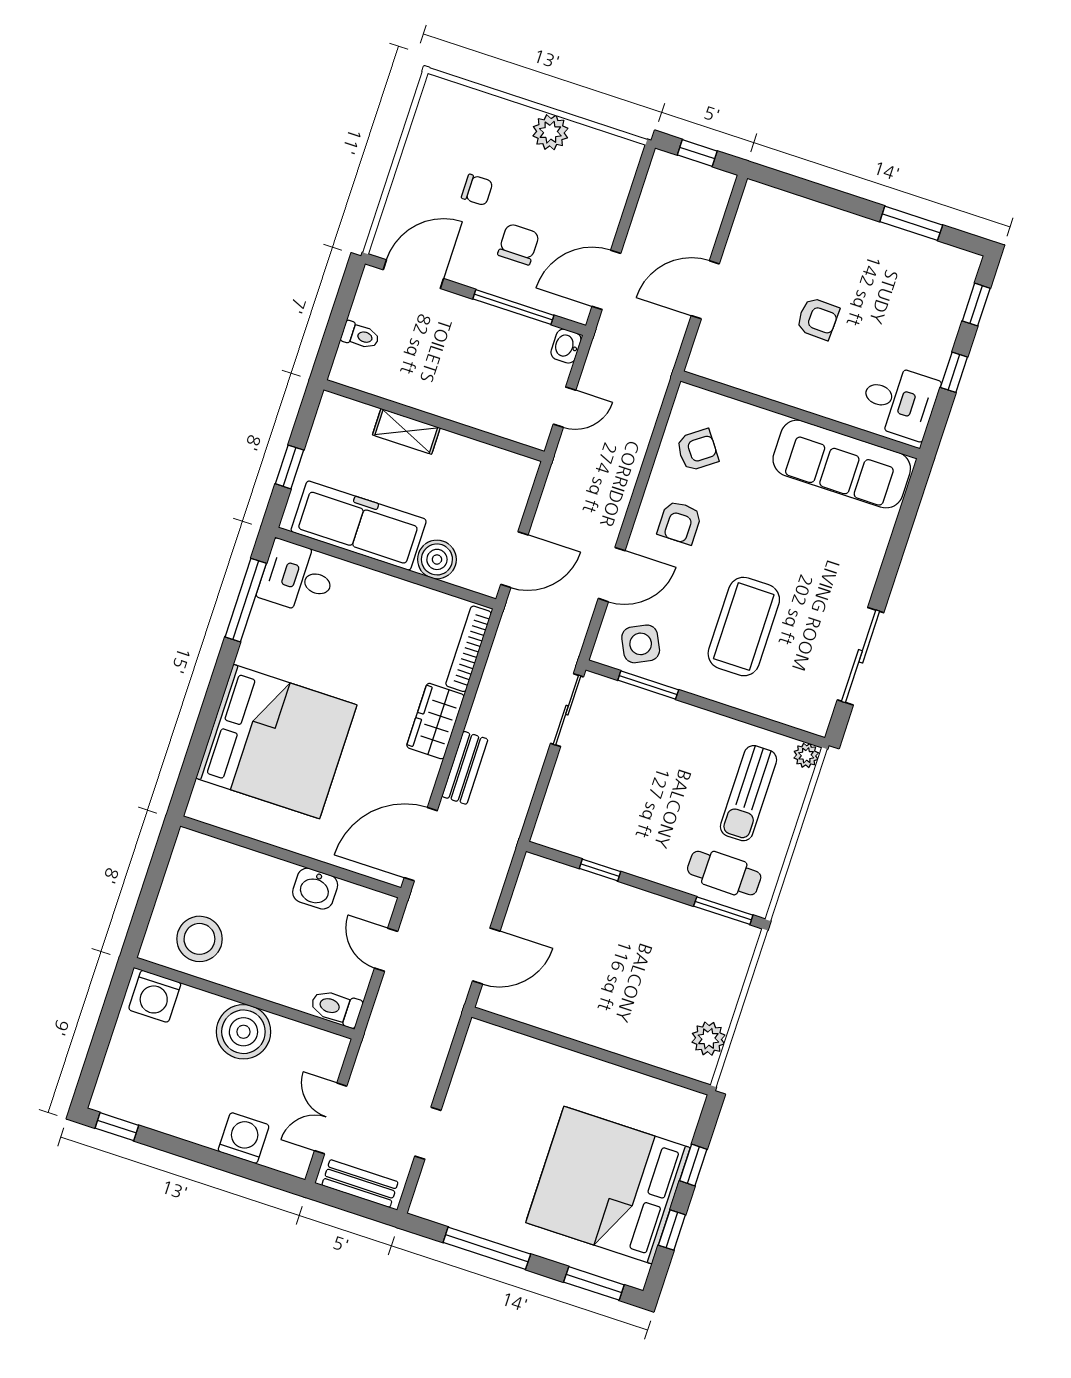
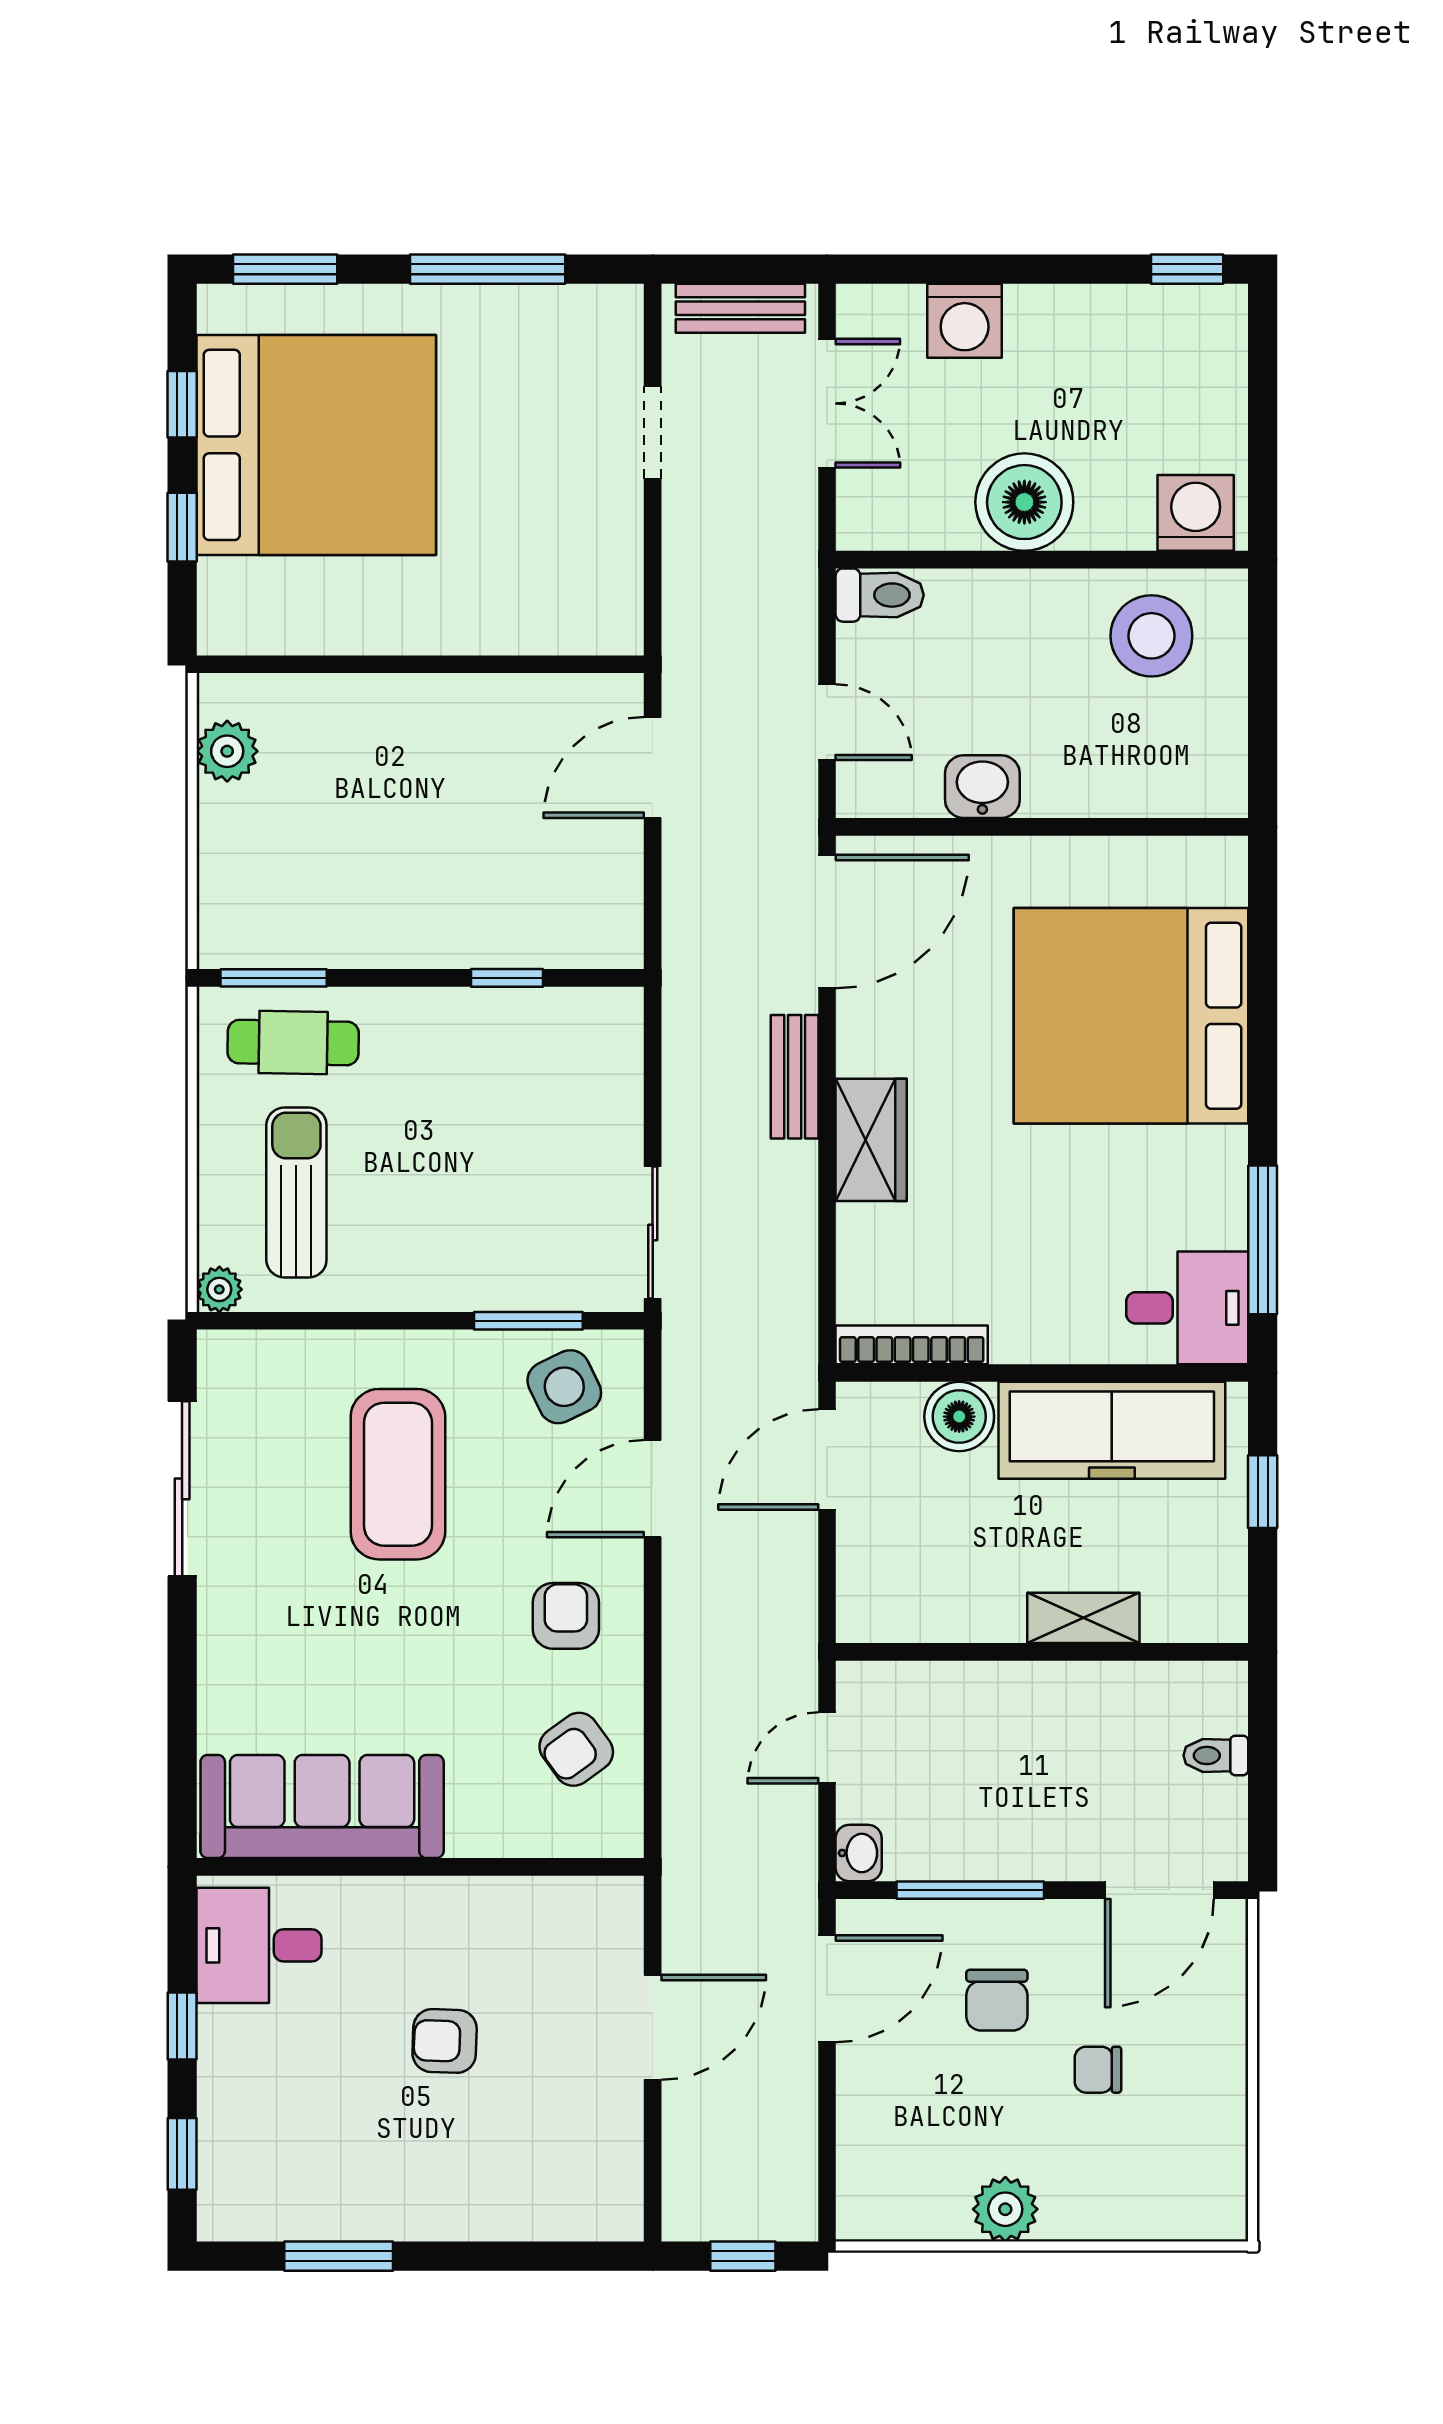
bookcase: (469, 649) -> (912, 1345), moved, turned -90

